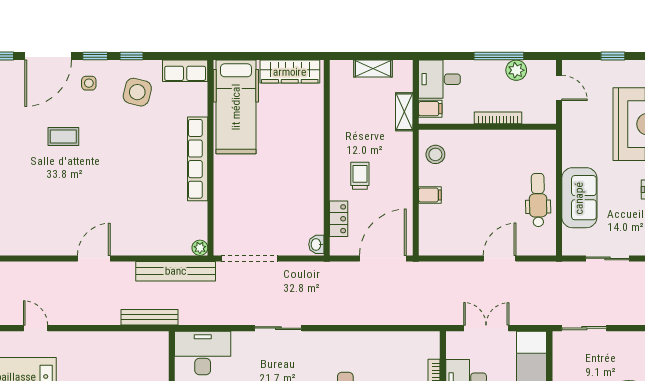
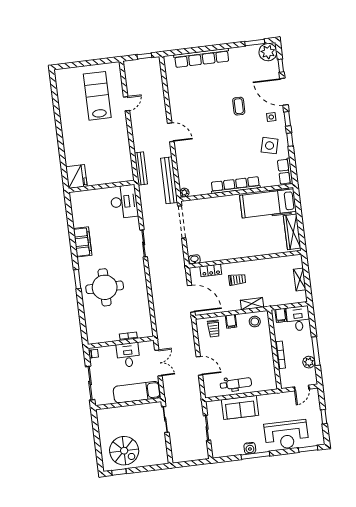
shelving: (404, 112) -> (252, 304), moved
trolley: (439, 226) -> (214, 329), added

